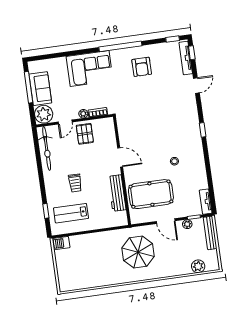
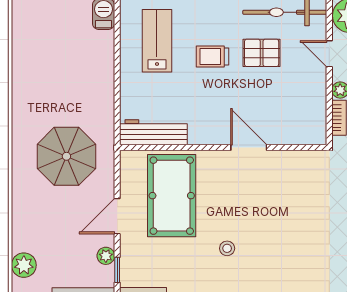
pallet: (85, 134) -> (262, 53), moved
door: (120, 157) -> (249, 148), swing flipped
workbench: (117, 193) -> (153, 132), moved

